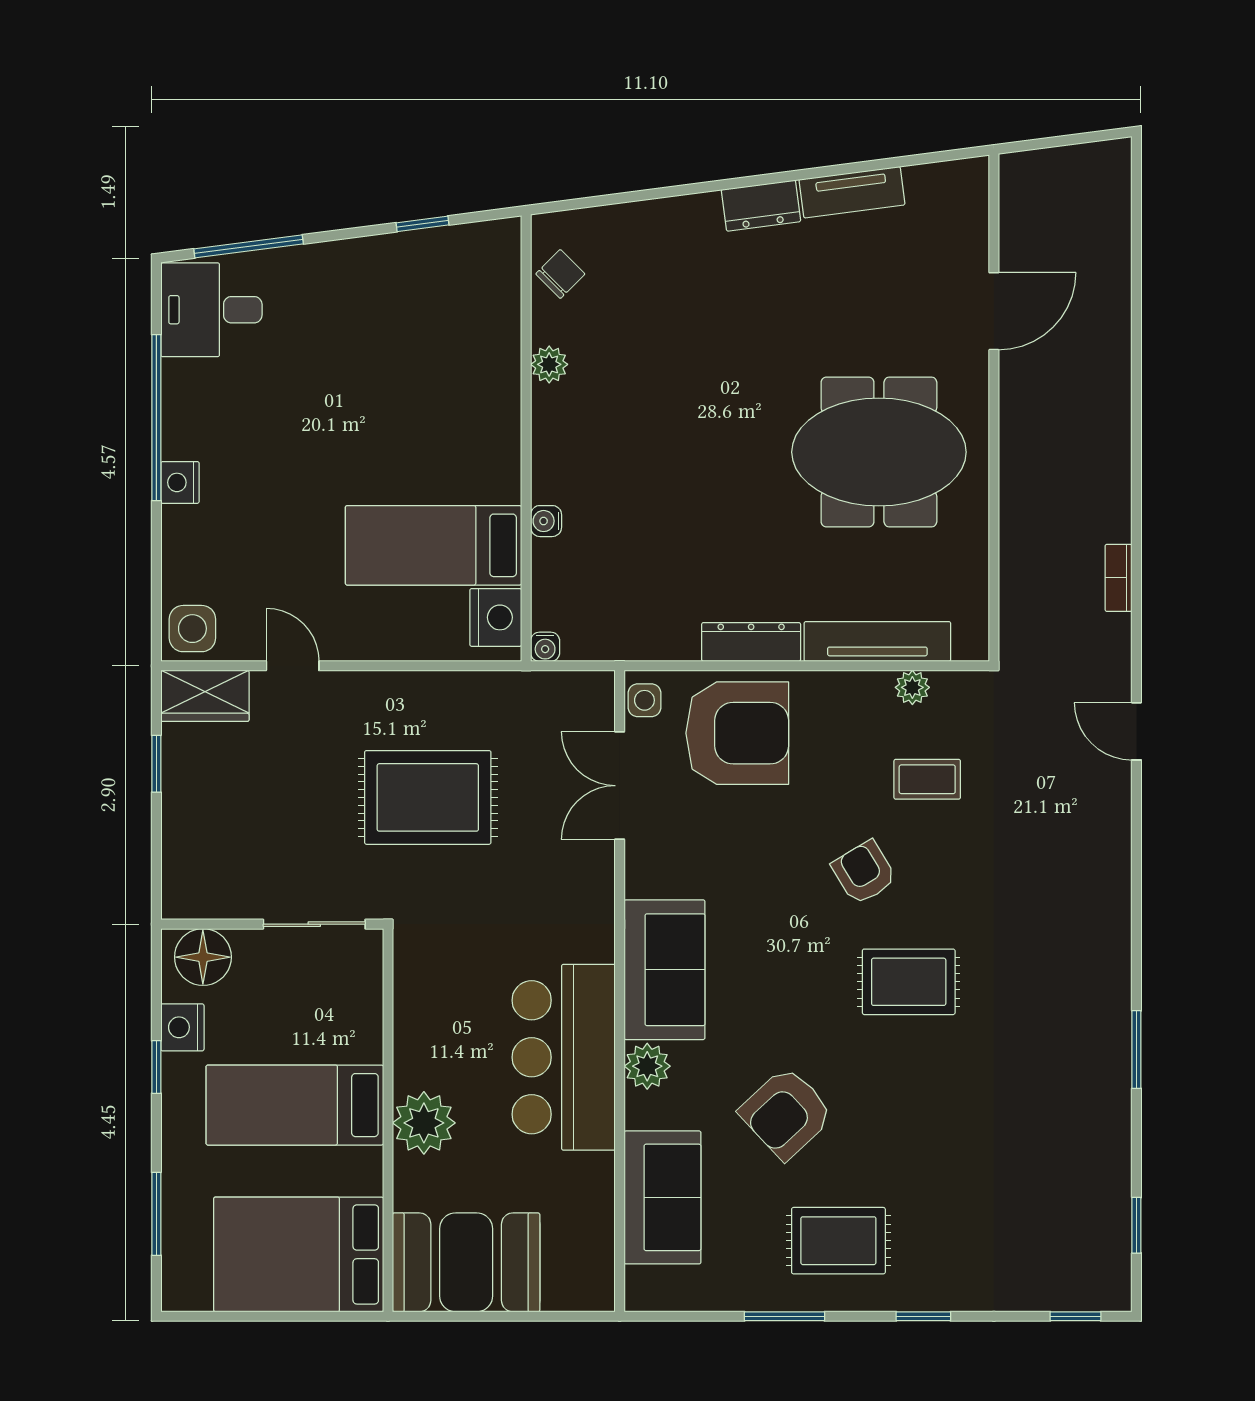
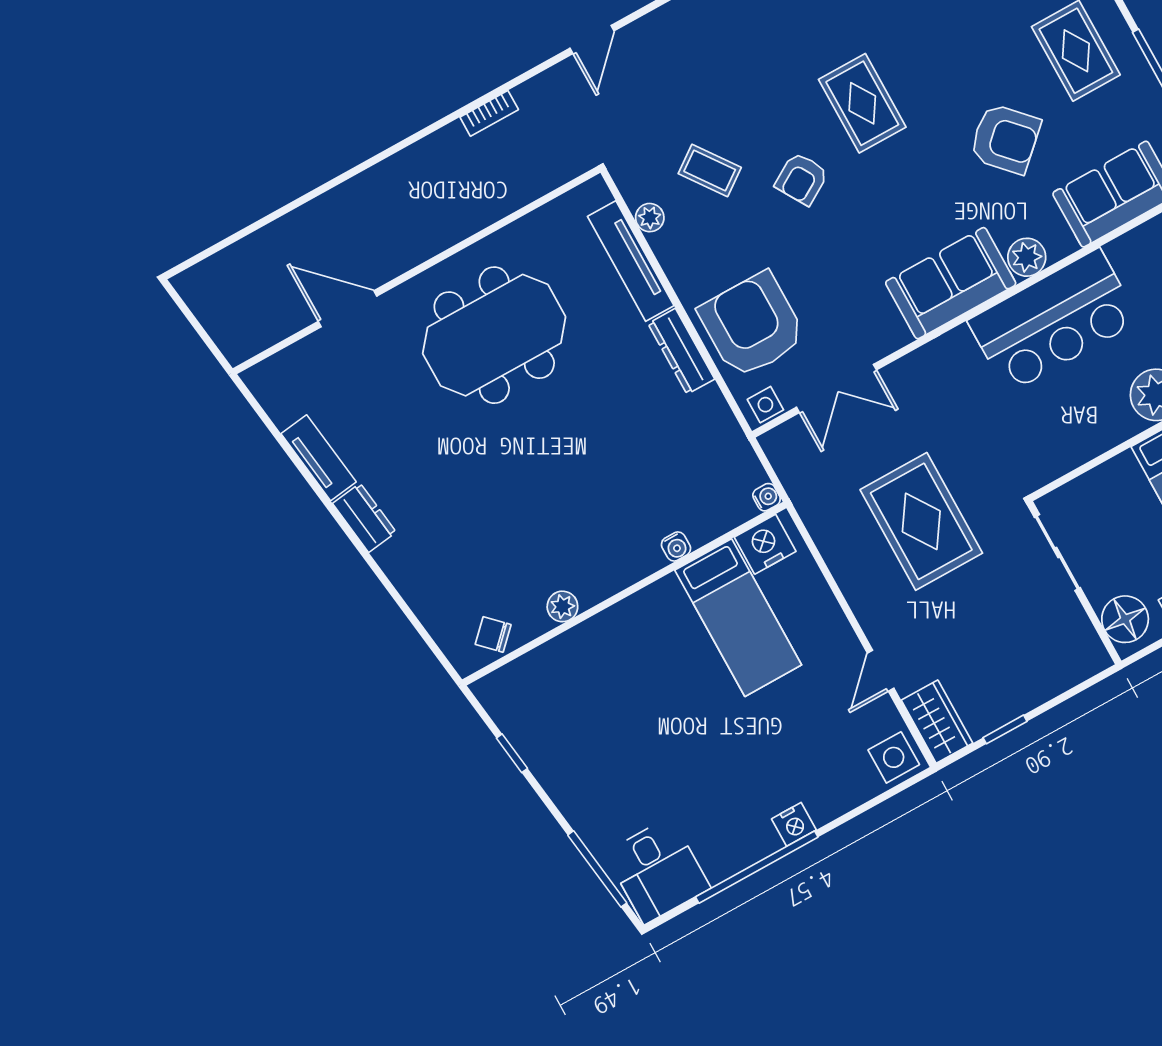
meeting table: (879, 452) -> (494, 335), turned 90
coffee table: (927, 779) -> (710, 170), turned -36

